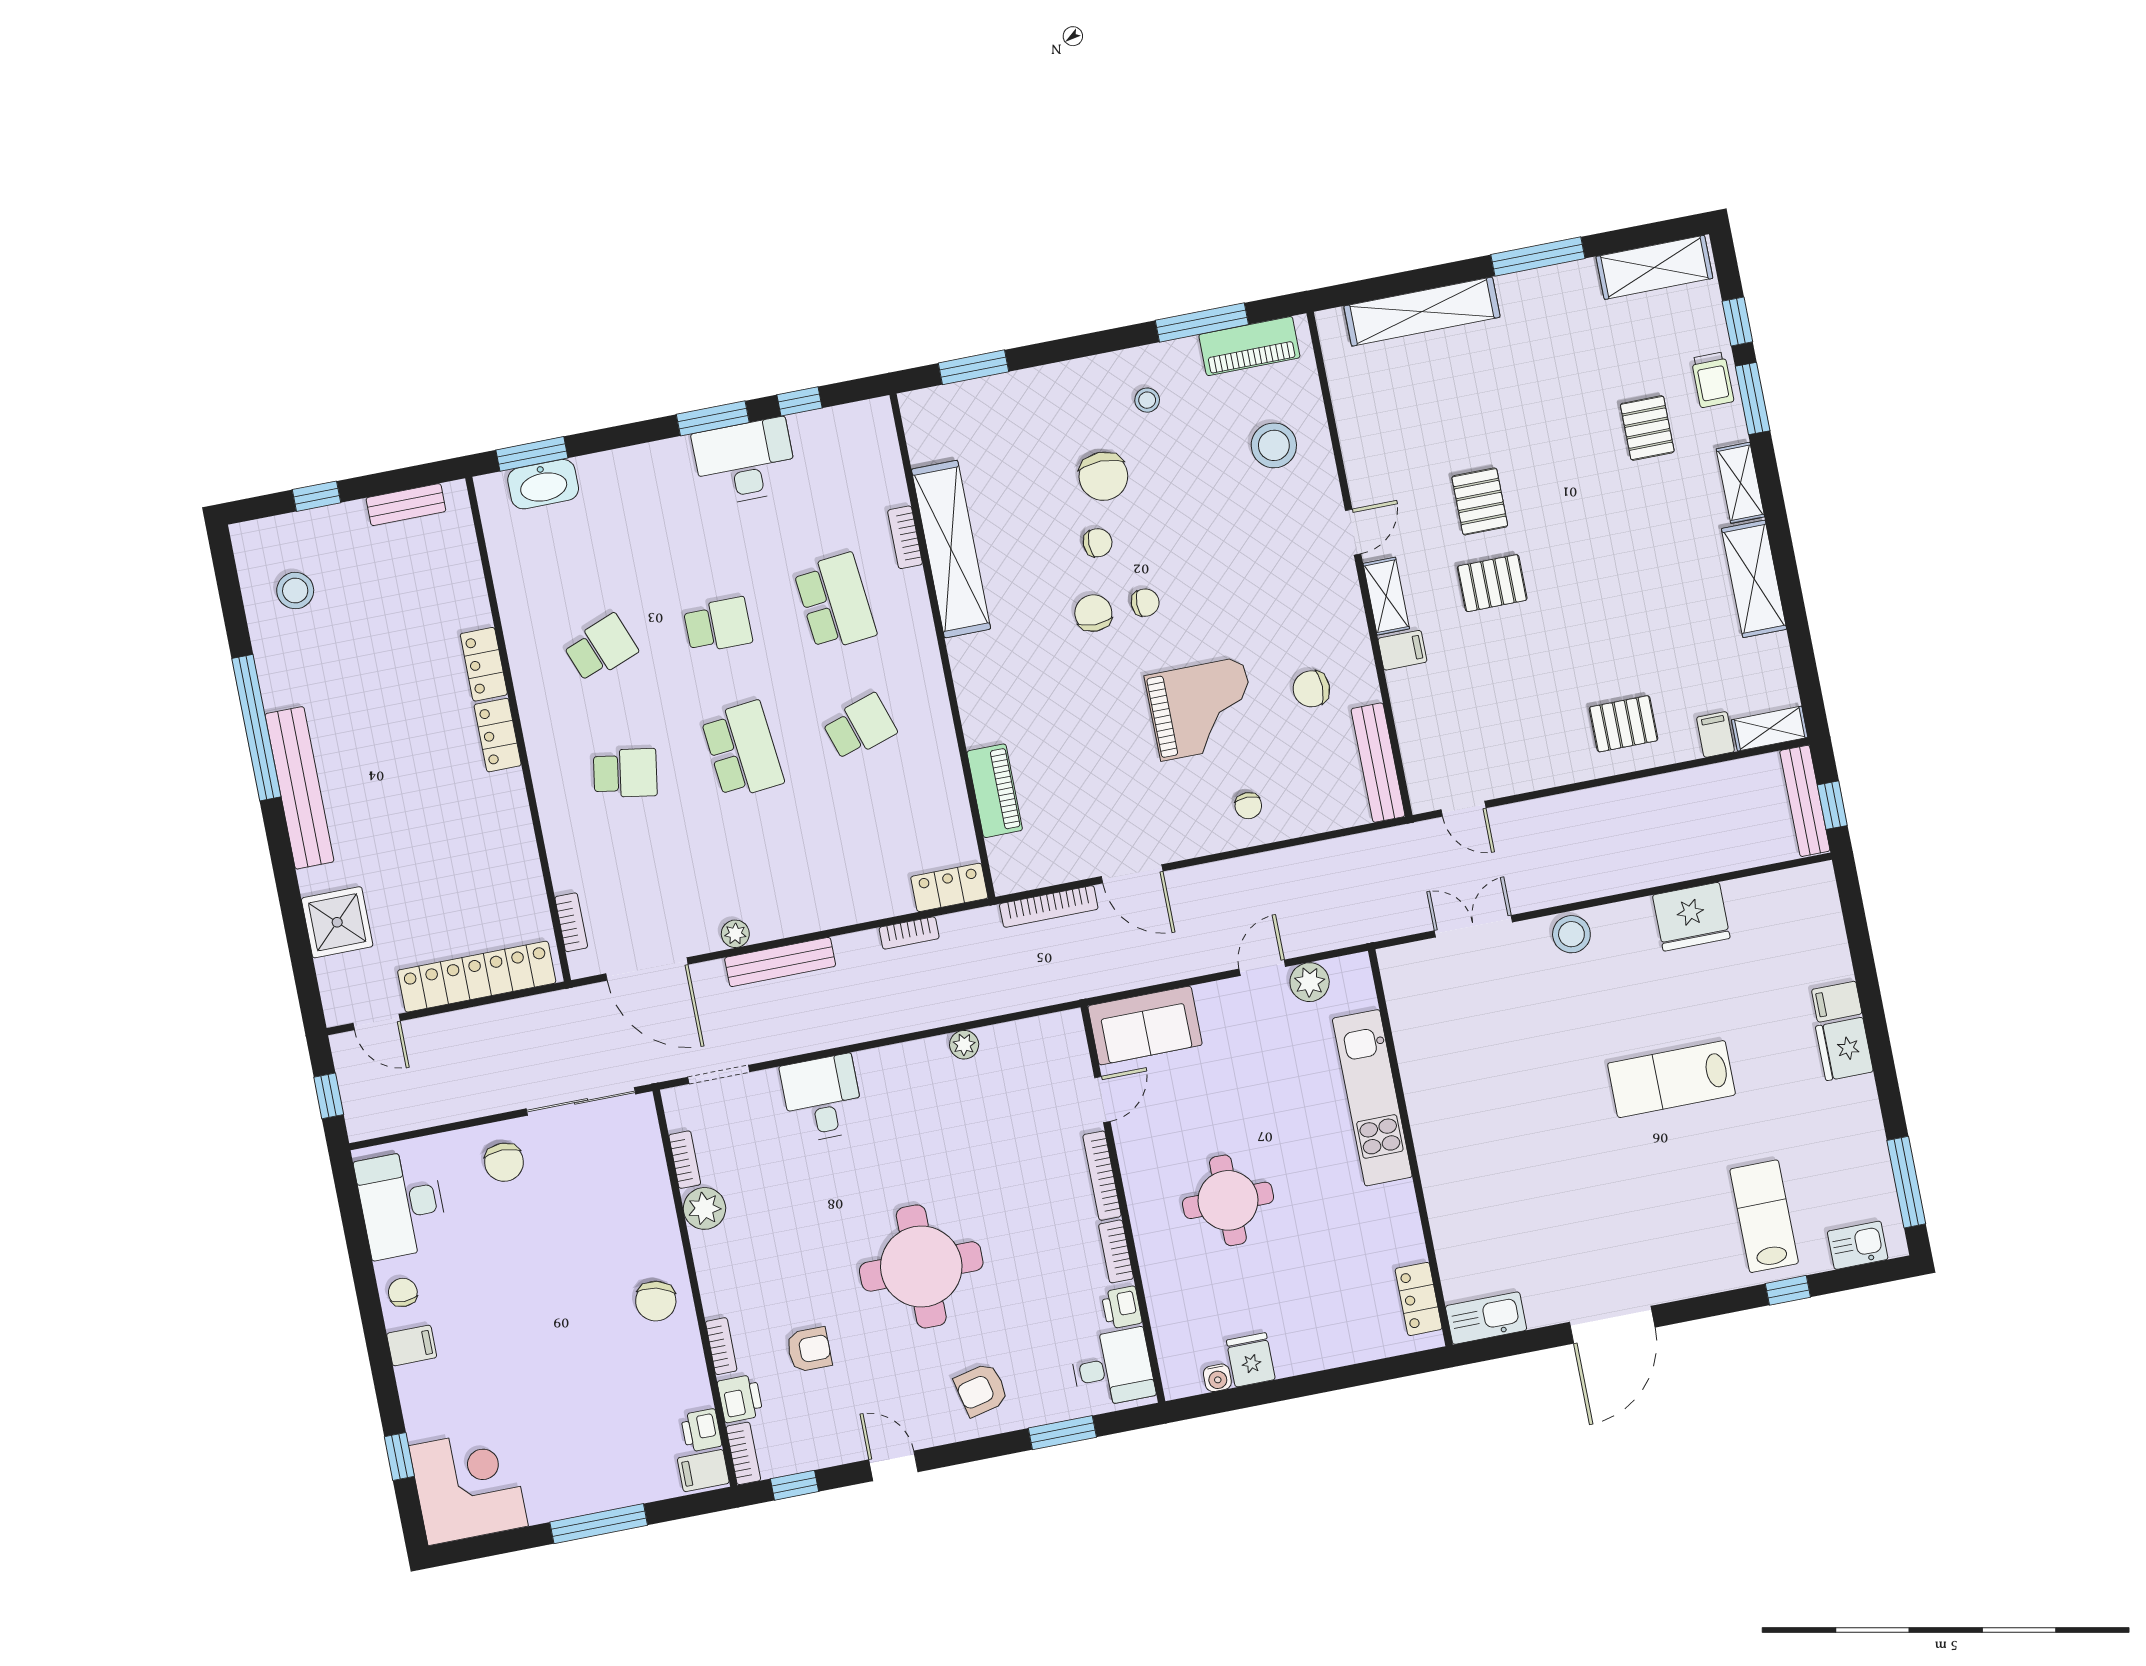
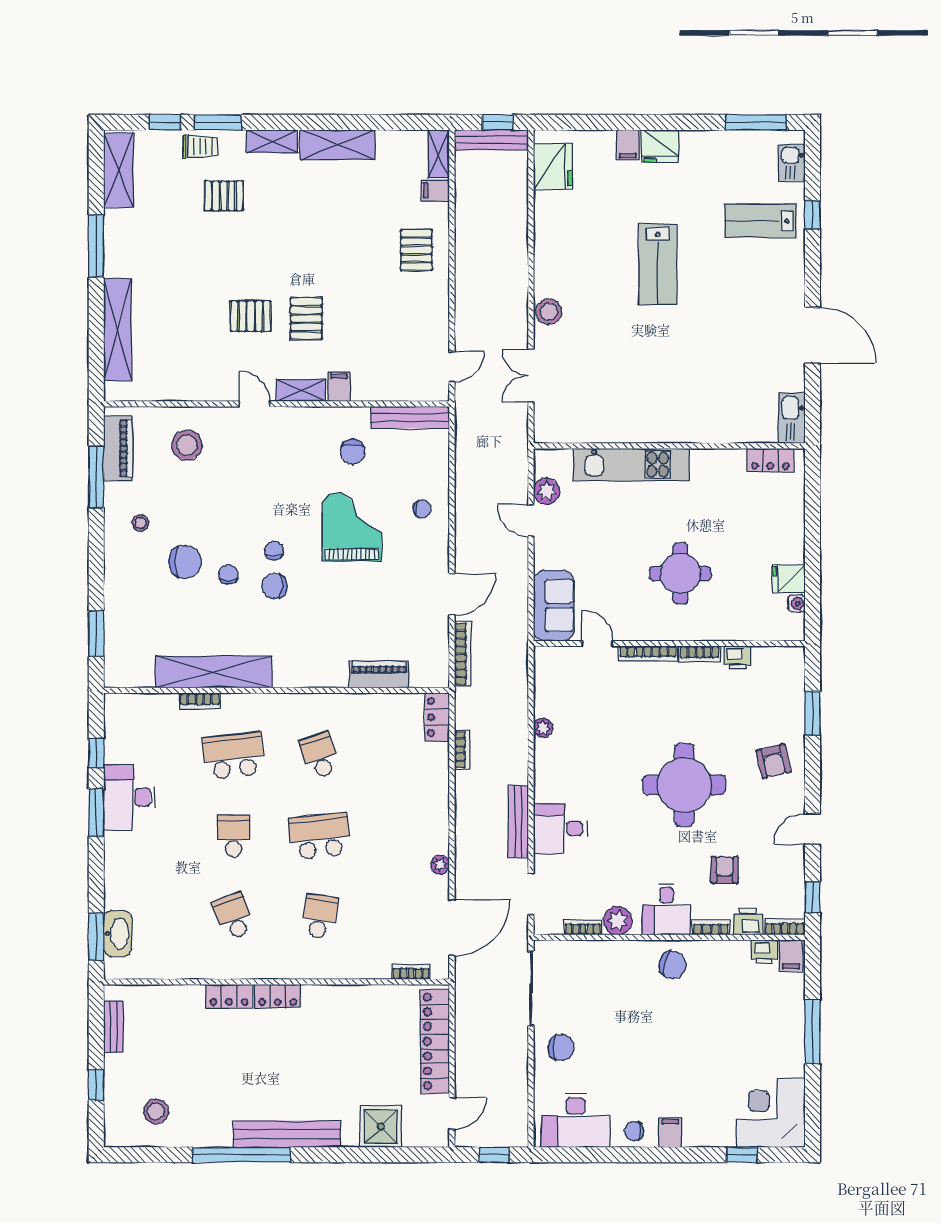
fridge: (1691, 917) -> (553, 166), moved
bench: (780, 962) -> (518, 822), moved
desk: (1112, 1368) -> (667, 909), moved, turned 180

